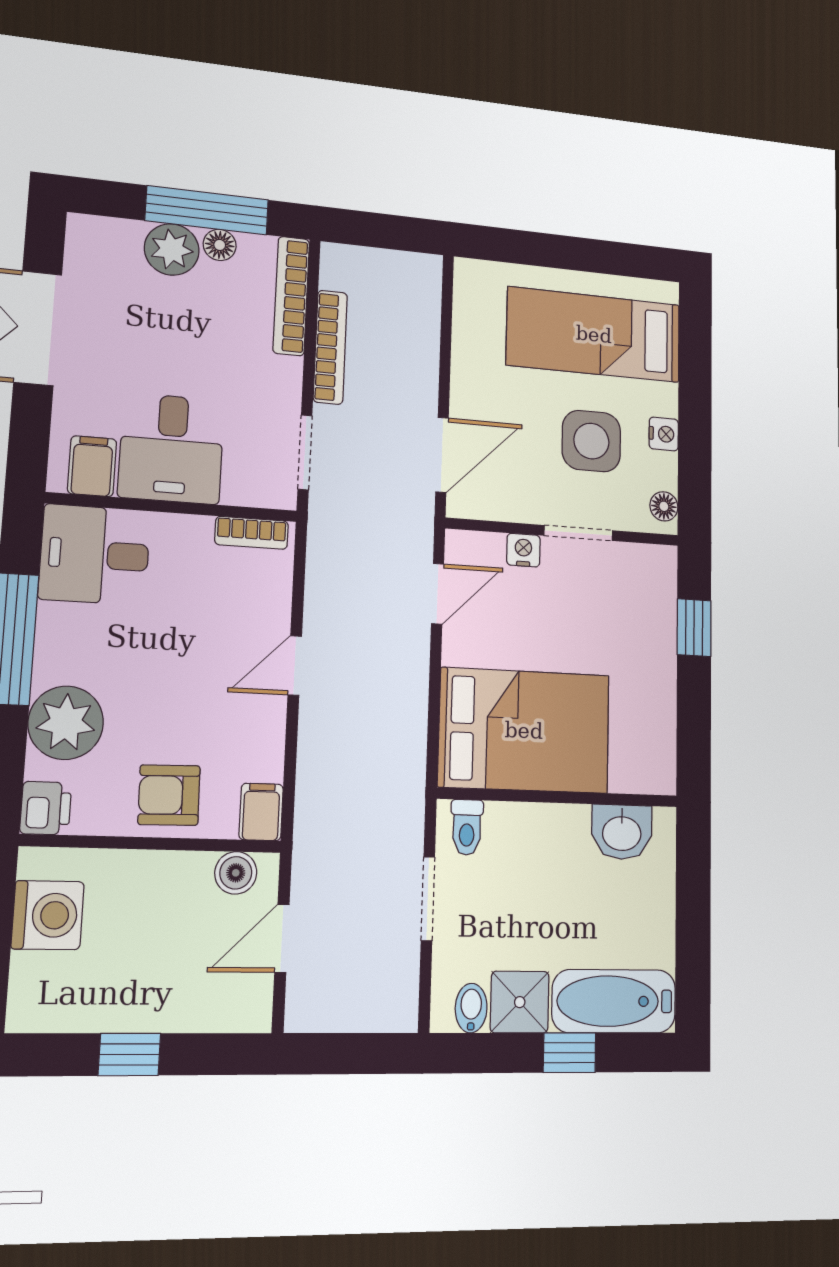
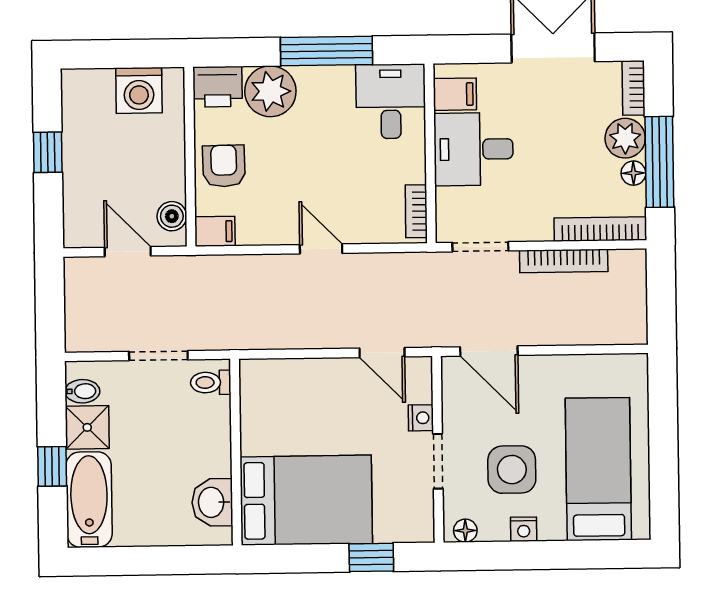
bookcase: (104, 230) -> (634, 88), added
bed: (524, 731) -> (306, 500), moved, turned -90
printer: (46, 808) -> (218, 87), width x1.36, depth x1.24

